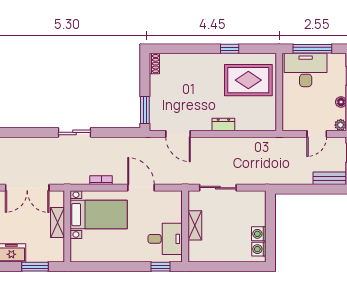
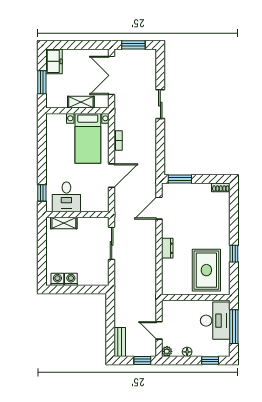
sliding door: (75, 132) -> (160, 104), moved
shelving: (195, 225) -> (64, 223), moved

